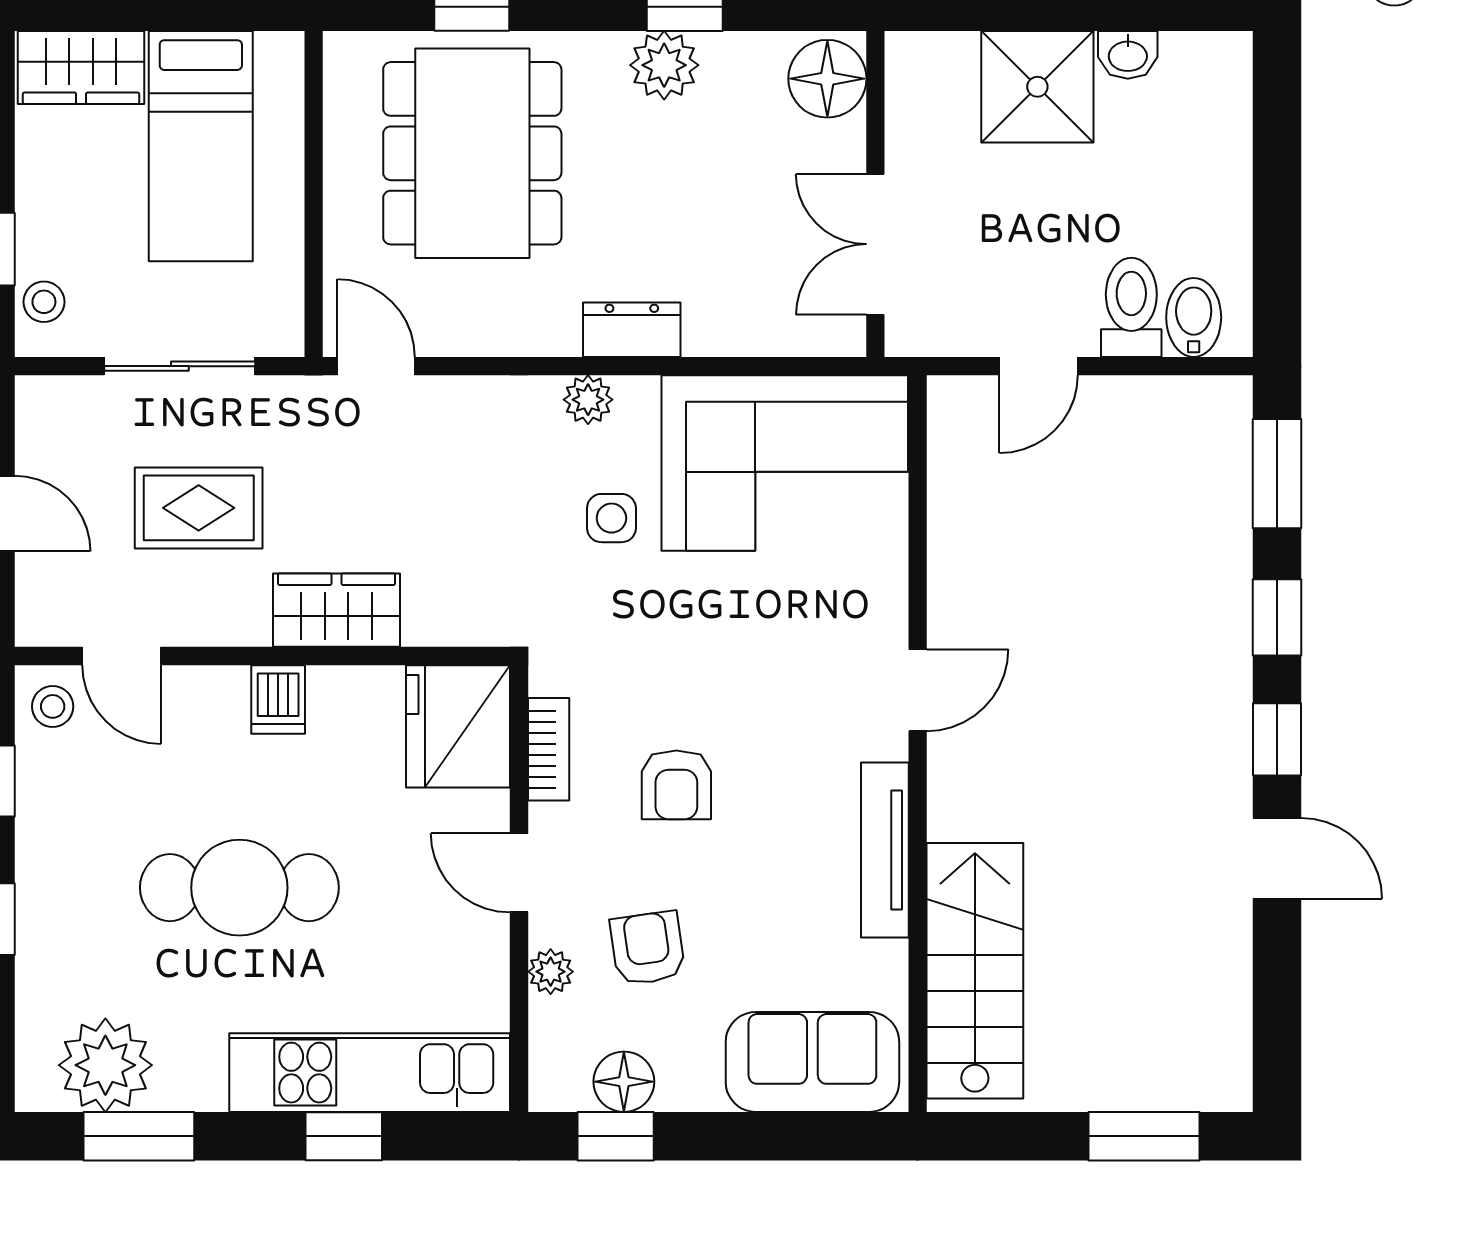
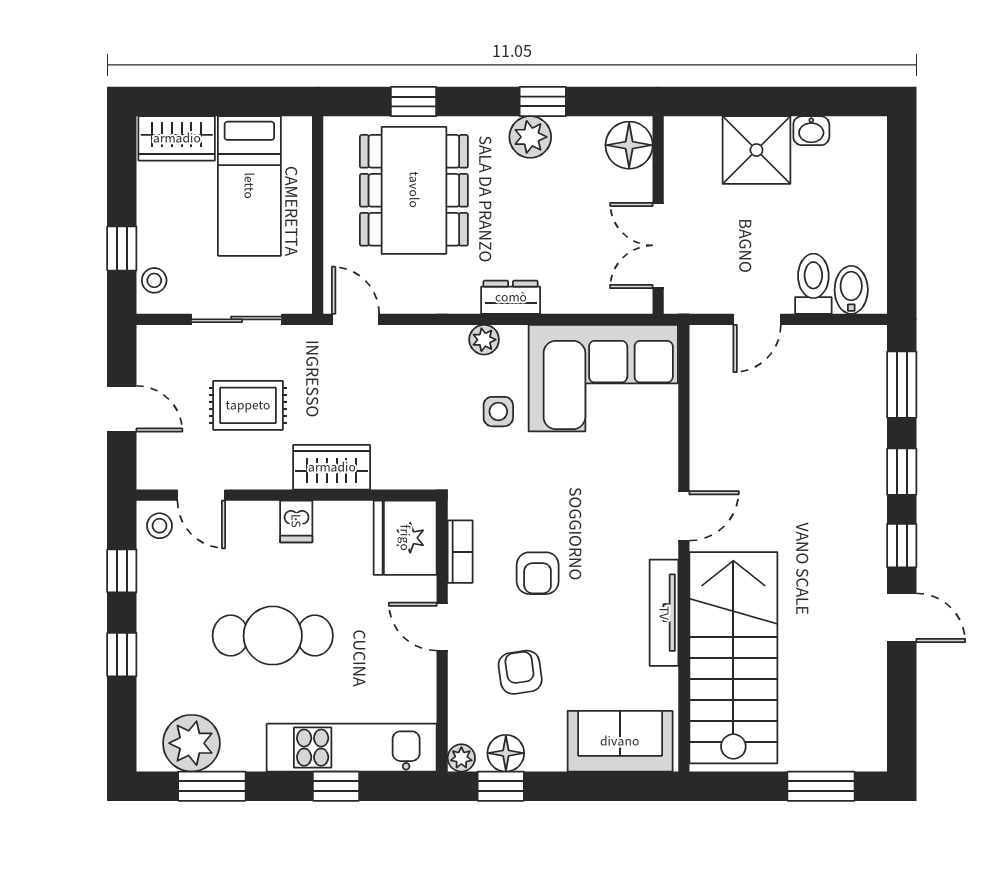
stairs: (975, 971) -> (733, 658), width x1.36, depth x1.51
plant: (551, 972) -> (461, 758), moved

